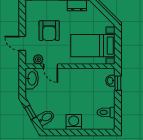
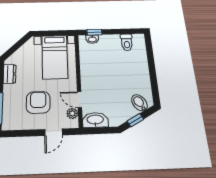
armchair: (49, 31) -> (38, 102), turned -90
door: (51, 66) -> (79, 100), swing flipped
washing machine: (74, 122) -> (141, 74), removed

